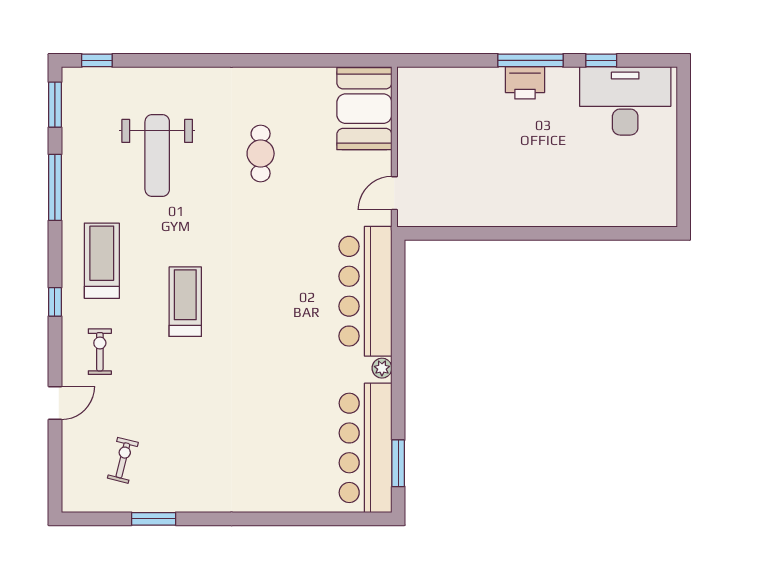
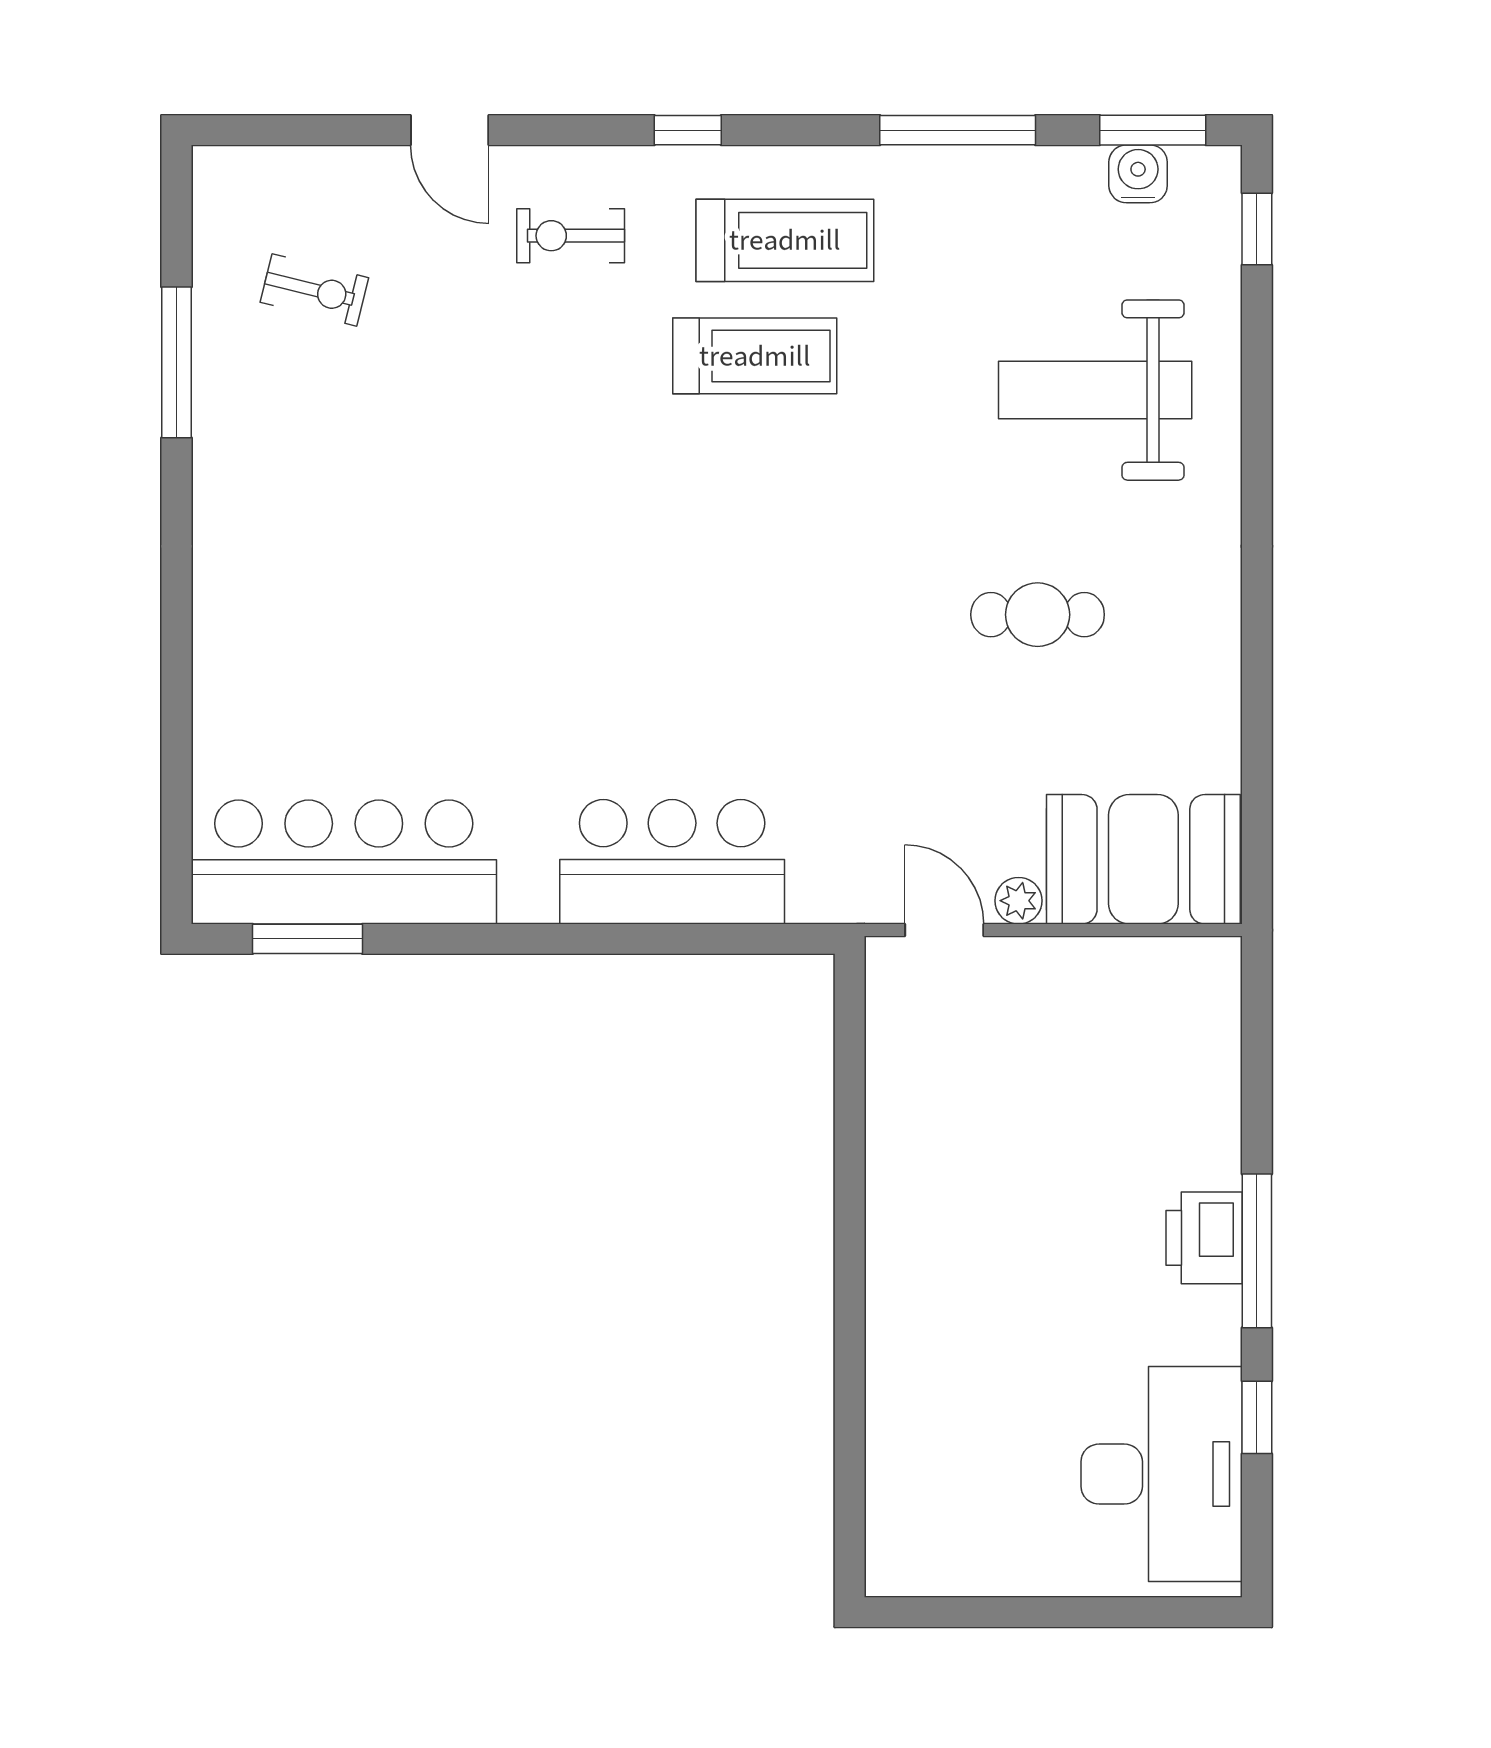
water cooler: (74, 111) -> (1138, 174), added
weight bench: (157, 156) -> (1095, 390), moved
bar counter: (365, 291) -> (672, 862), width x0.73
treadmill: (185, 302) -> (755, 356), moved
exercise bike: (100, 352) -> (571, 236), turned 180
plant: (382, 368) -> (1019, 901), moved
window: (154, 519) -> (176, 362), width x1.44

